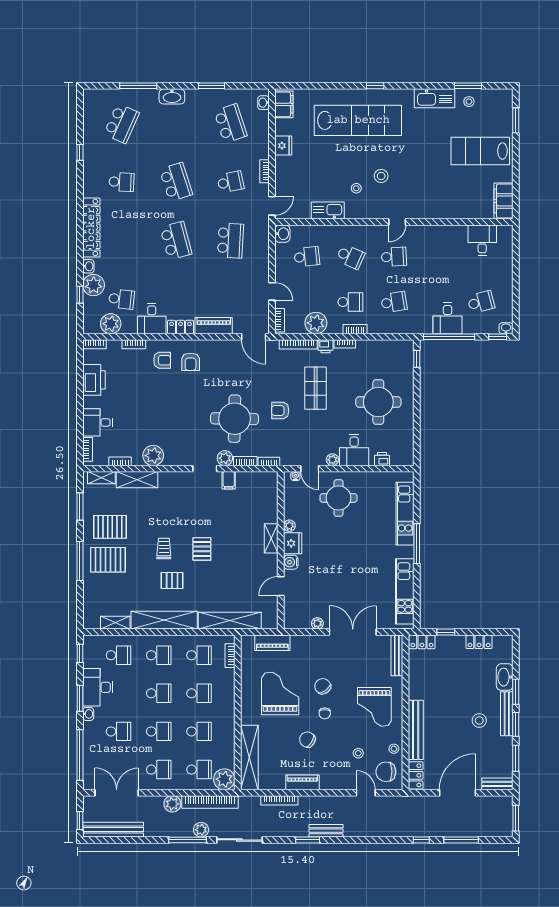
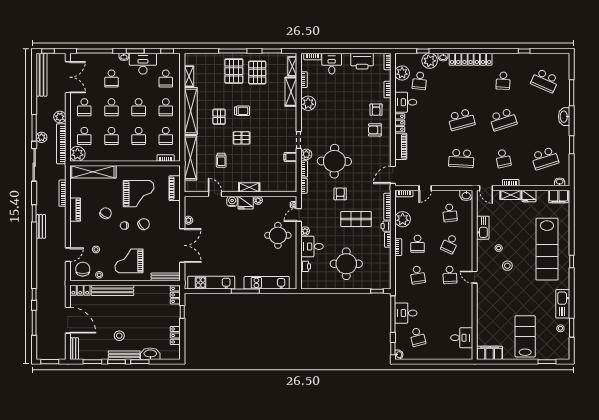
shelving: (282, 171) -> (511, 195), added
trolley: (233, 577) -> (221, 160), added

